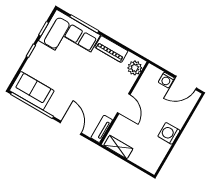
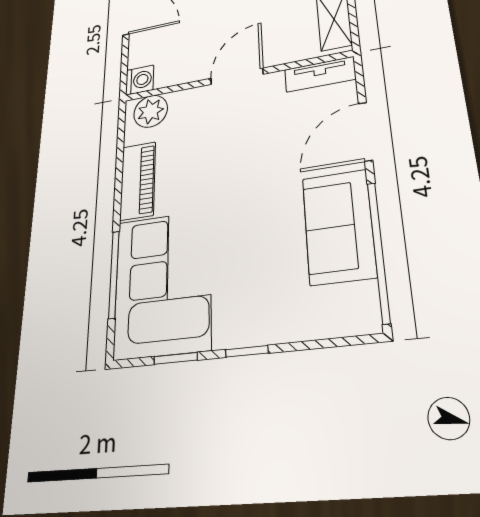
washing machine: (166, 80) -> (140, 80), moved
sofa: (32, 91) -> (339, 227), moved

